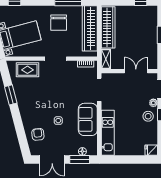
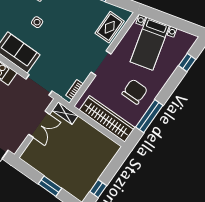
chair: (59, 23) -> (135, 92), turned 90
wardrobe: (108, 27) -> (95, 138), removed
double door: (136, 71) -> (39, 124), moved

